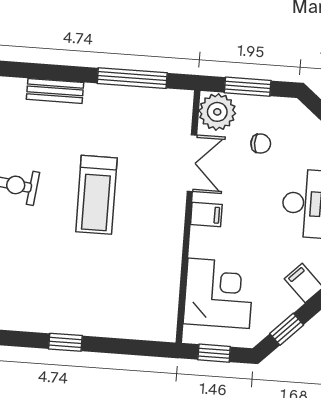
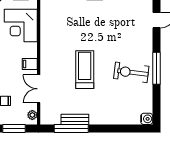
bench: (55, 91) -> (75, 119), moved
plant: (217, 112) -> (32, 115), width x0.53, depth x0.53

